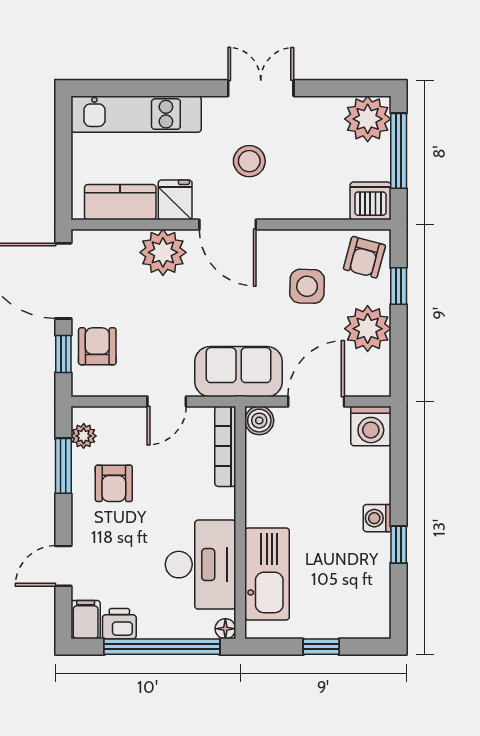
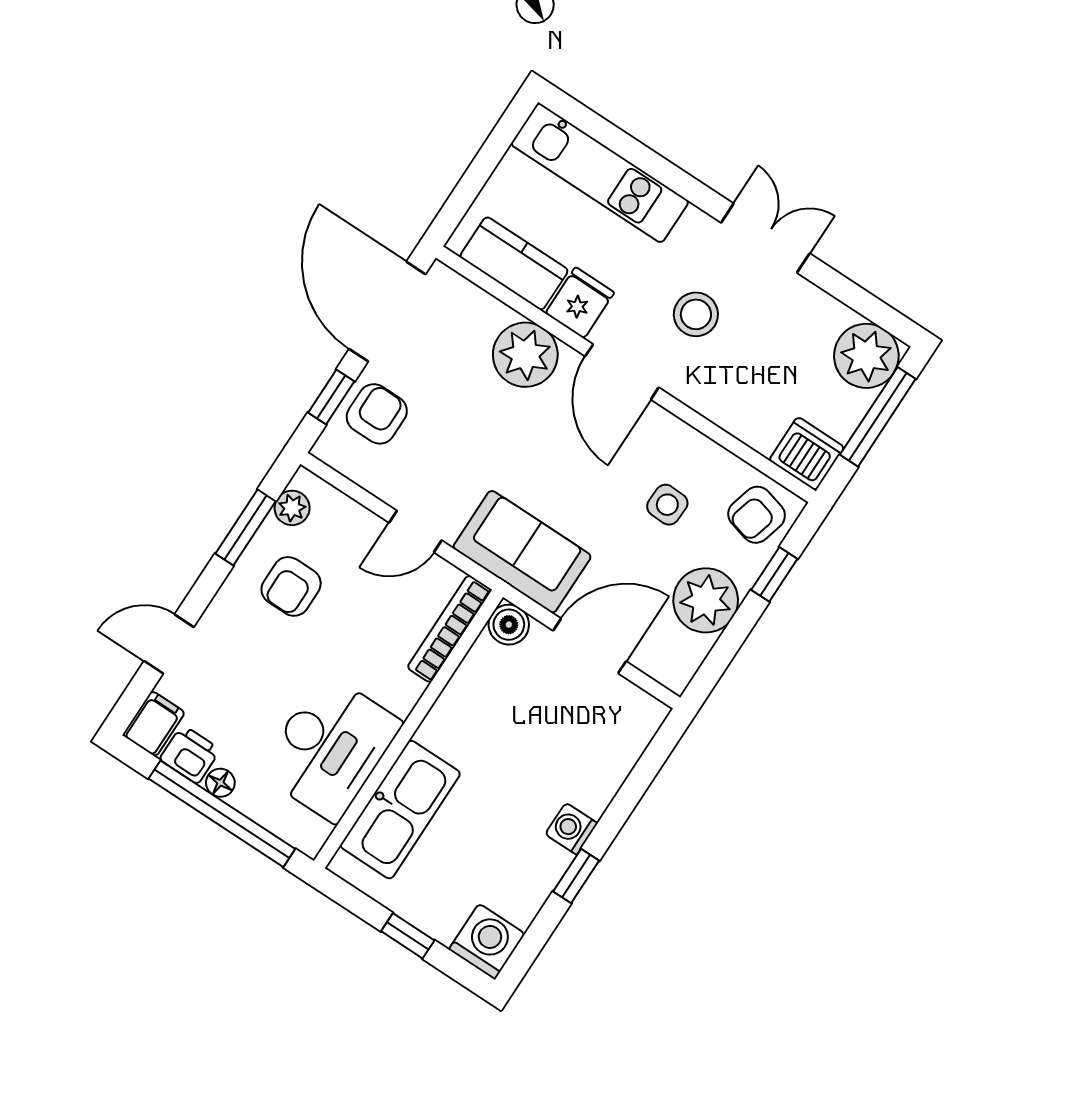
side table: (307, 286) -> (667, 505), width x0.73, depth x0.73
washing machine: (371, 426) -> (487, 942), moved, turned 180
floor lamp: (225, 629) -> (220, 783), moved

